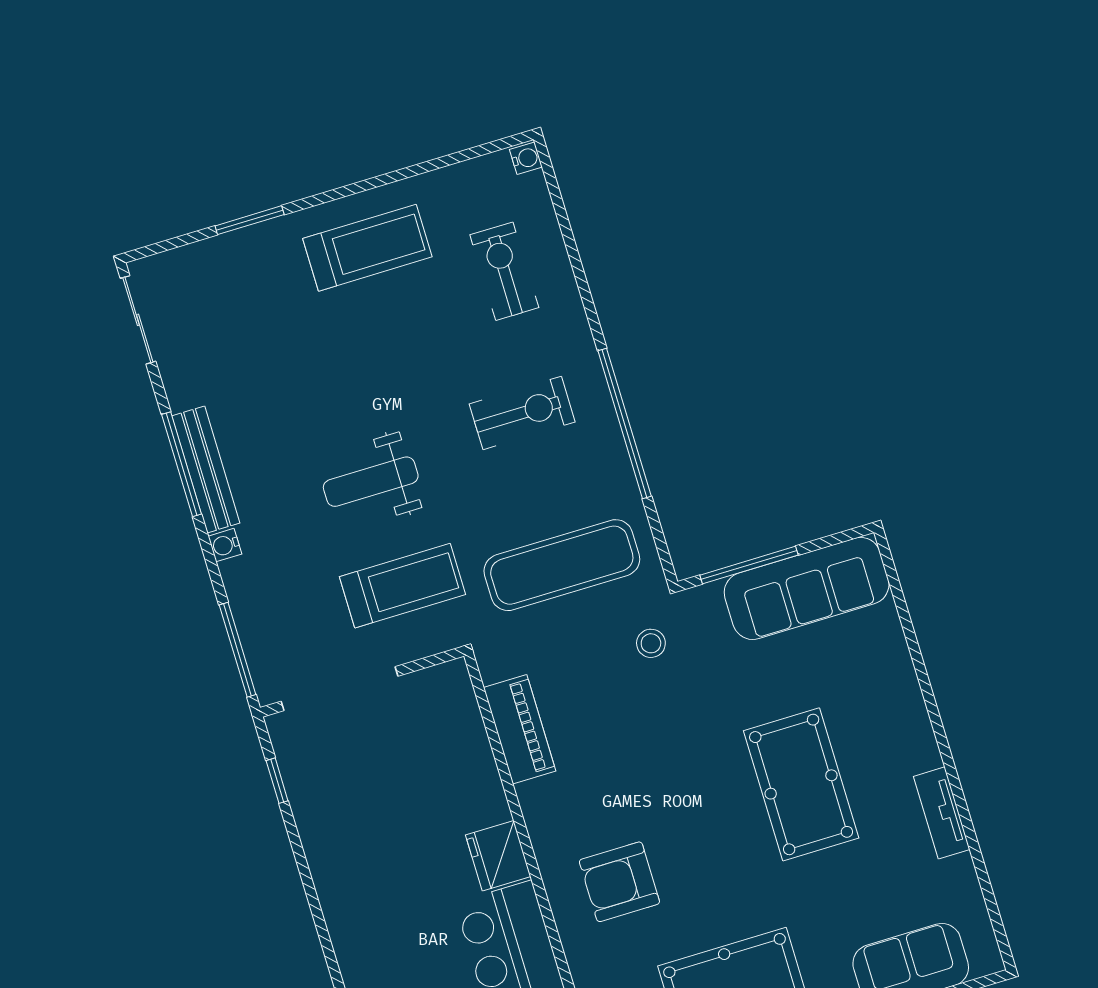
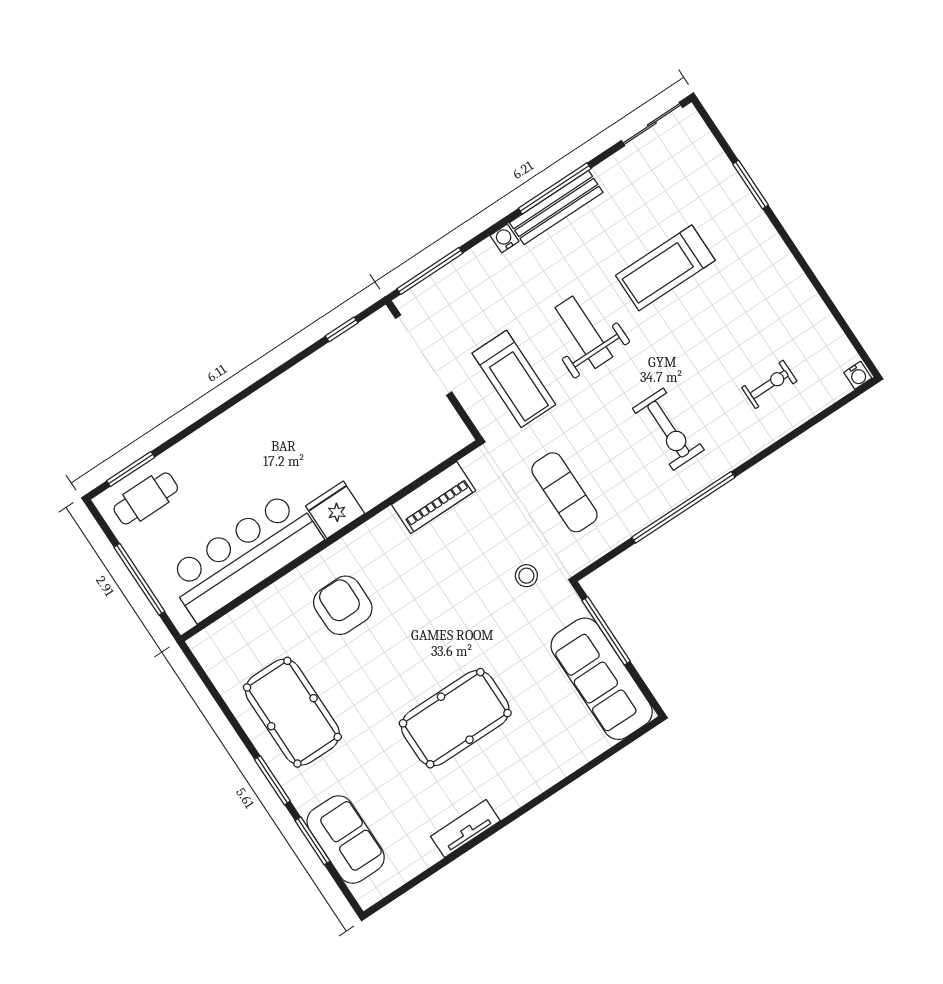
treadmill: (367, 248) -> (665, 268), moved, turned 90
exercise bike: (504, 271) -> (769, 384), width x0.73, depth x0.72
exercise mat: (562, 565) -> (564, 492), width x0.73, depth x0.69

